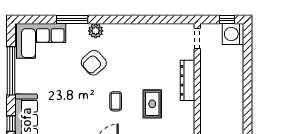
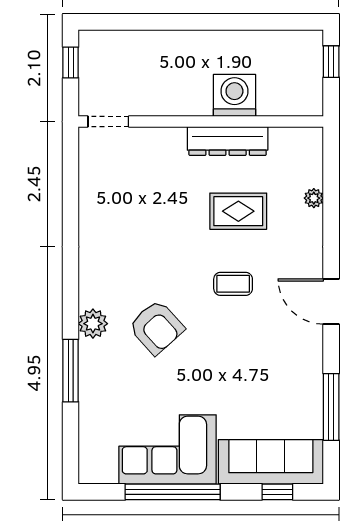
washing machine: (233, 34) -> (234, 95), moved, turned 180
corner sofa: (41, 41) -> (168, 450), moved, turned -90
dresser: (188, 80) -> (228, 141), moved

